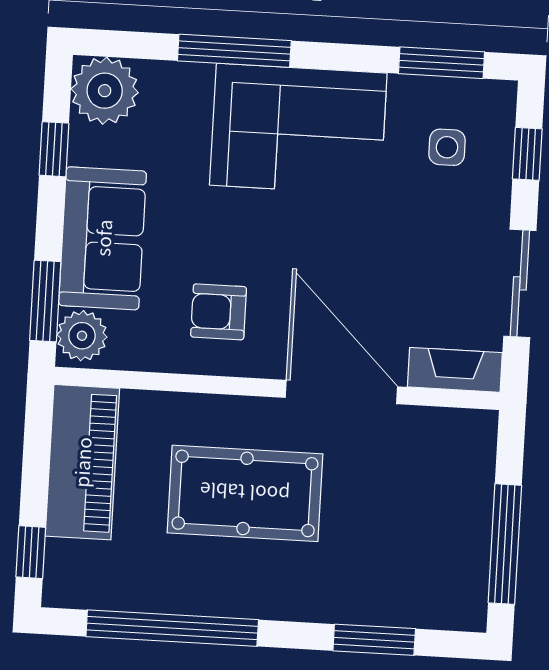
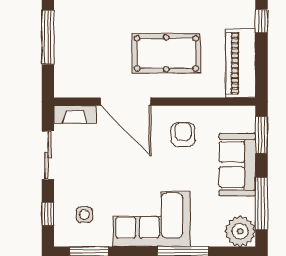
window: (54, 149) -> (261, 204), width x2.17
armchair: (219, 312) -> (183, 135), turned -90
plant: (82, 336) -> (244, 120), removed

